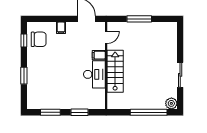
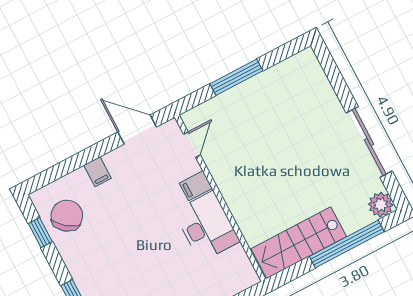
chair: (39, 39) -> (67, 216), turned -52
stairs: (115, 71) -> (299, 243), moved, turned -90
sliding door: (180, 75) -> (369, 142), width x1.37

